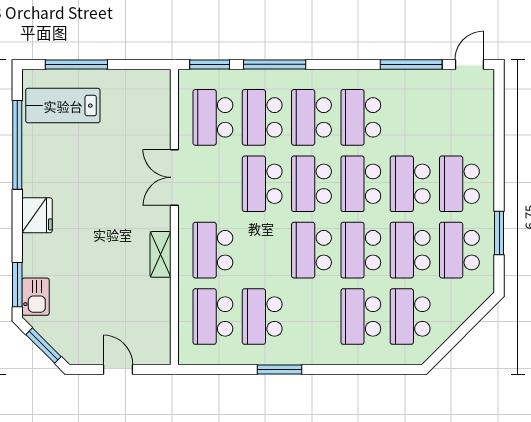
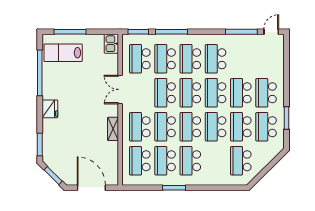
school desk: (262, 250) -> (165, 127), added
kitchen sink: (35, 297) -> (111, 44), moved, turned 180
school desk: (361, 317) -> (190, 161), moved
door: (118, 369) -> (91, 188), width x1.87

